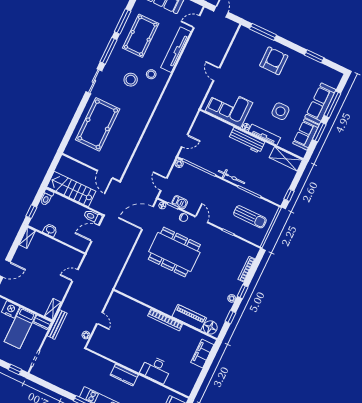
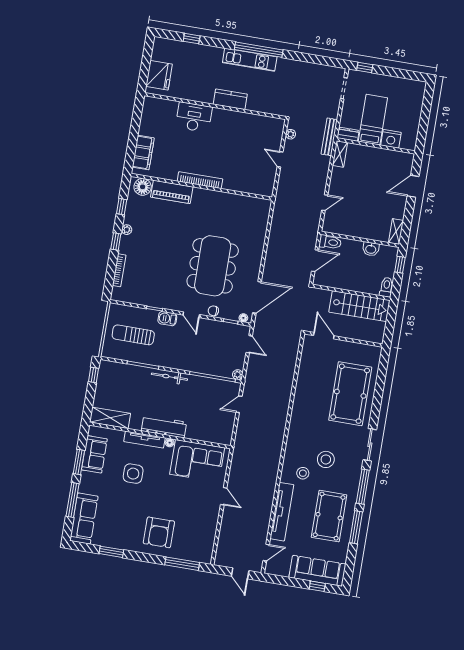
sofa: (320, 104) -> (84, 519), moved
barbecue: (180, 202) -> (167, 319), moved
toilet: (93, 217) -> (330, 242), moved
dining table: (174, 252) -> (213, 266), turned 90

